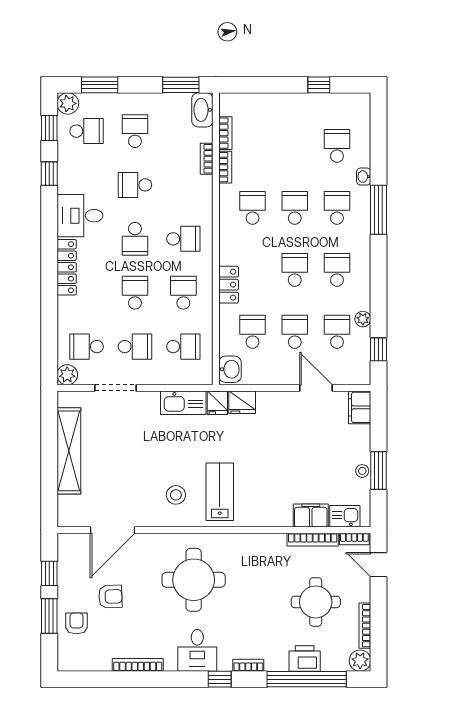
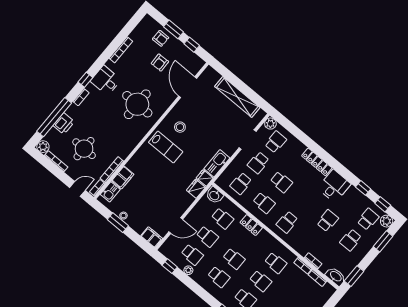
school desk: (87, 131) -> (368, 219), turned 180
school desk: (135, 131) -> (351, 240), turned 90
school desk: (135, 239) -> (304, 201), removed

